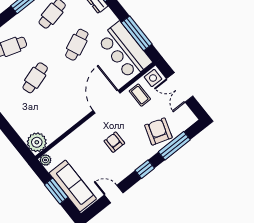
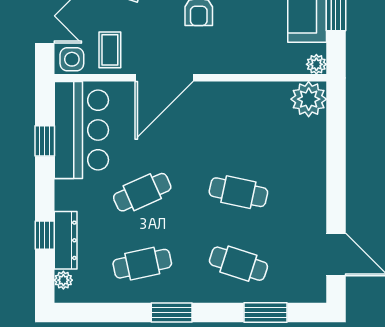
window: (137, 33) -> (45, 141), width x0.46
cafe table: (35, 78) -> (238, 192), turned 30

